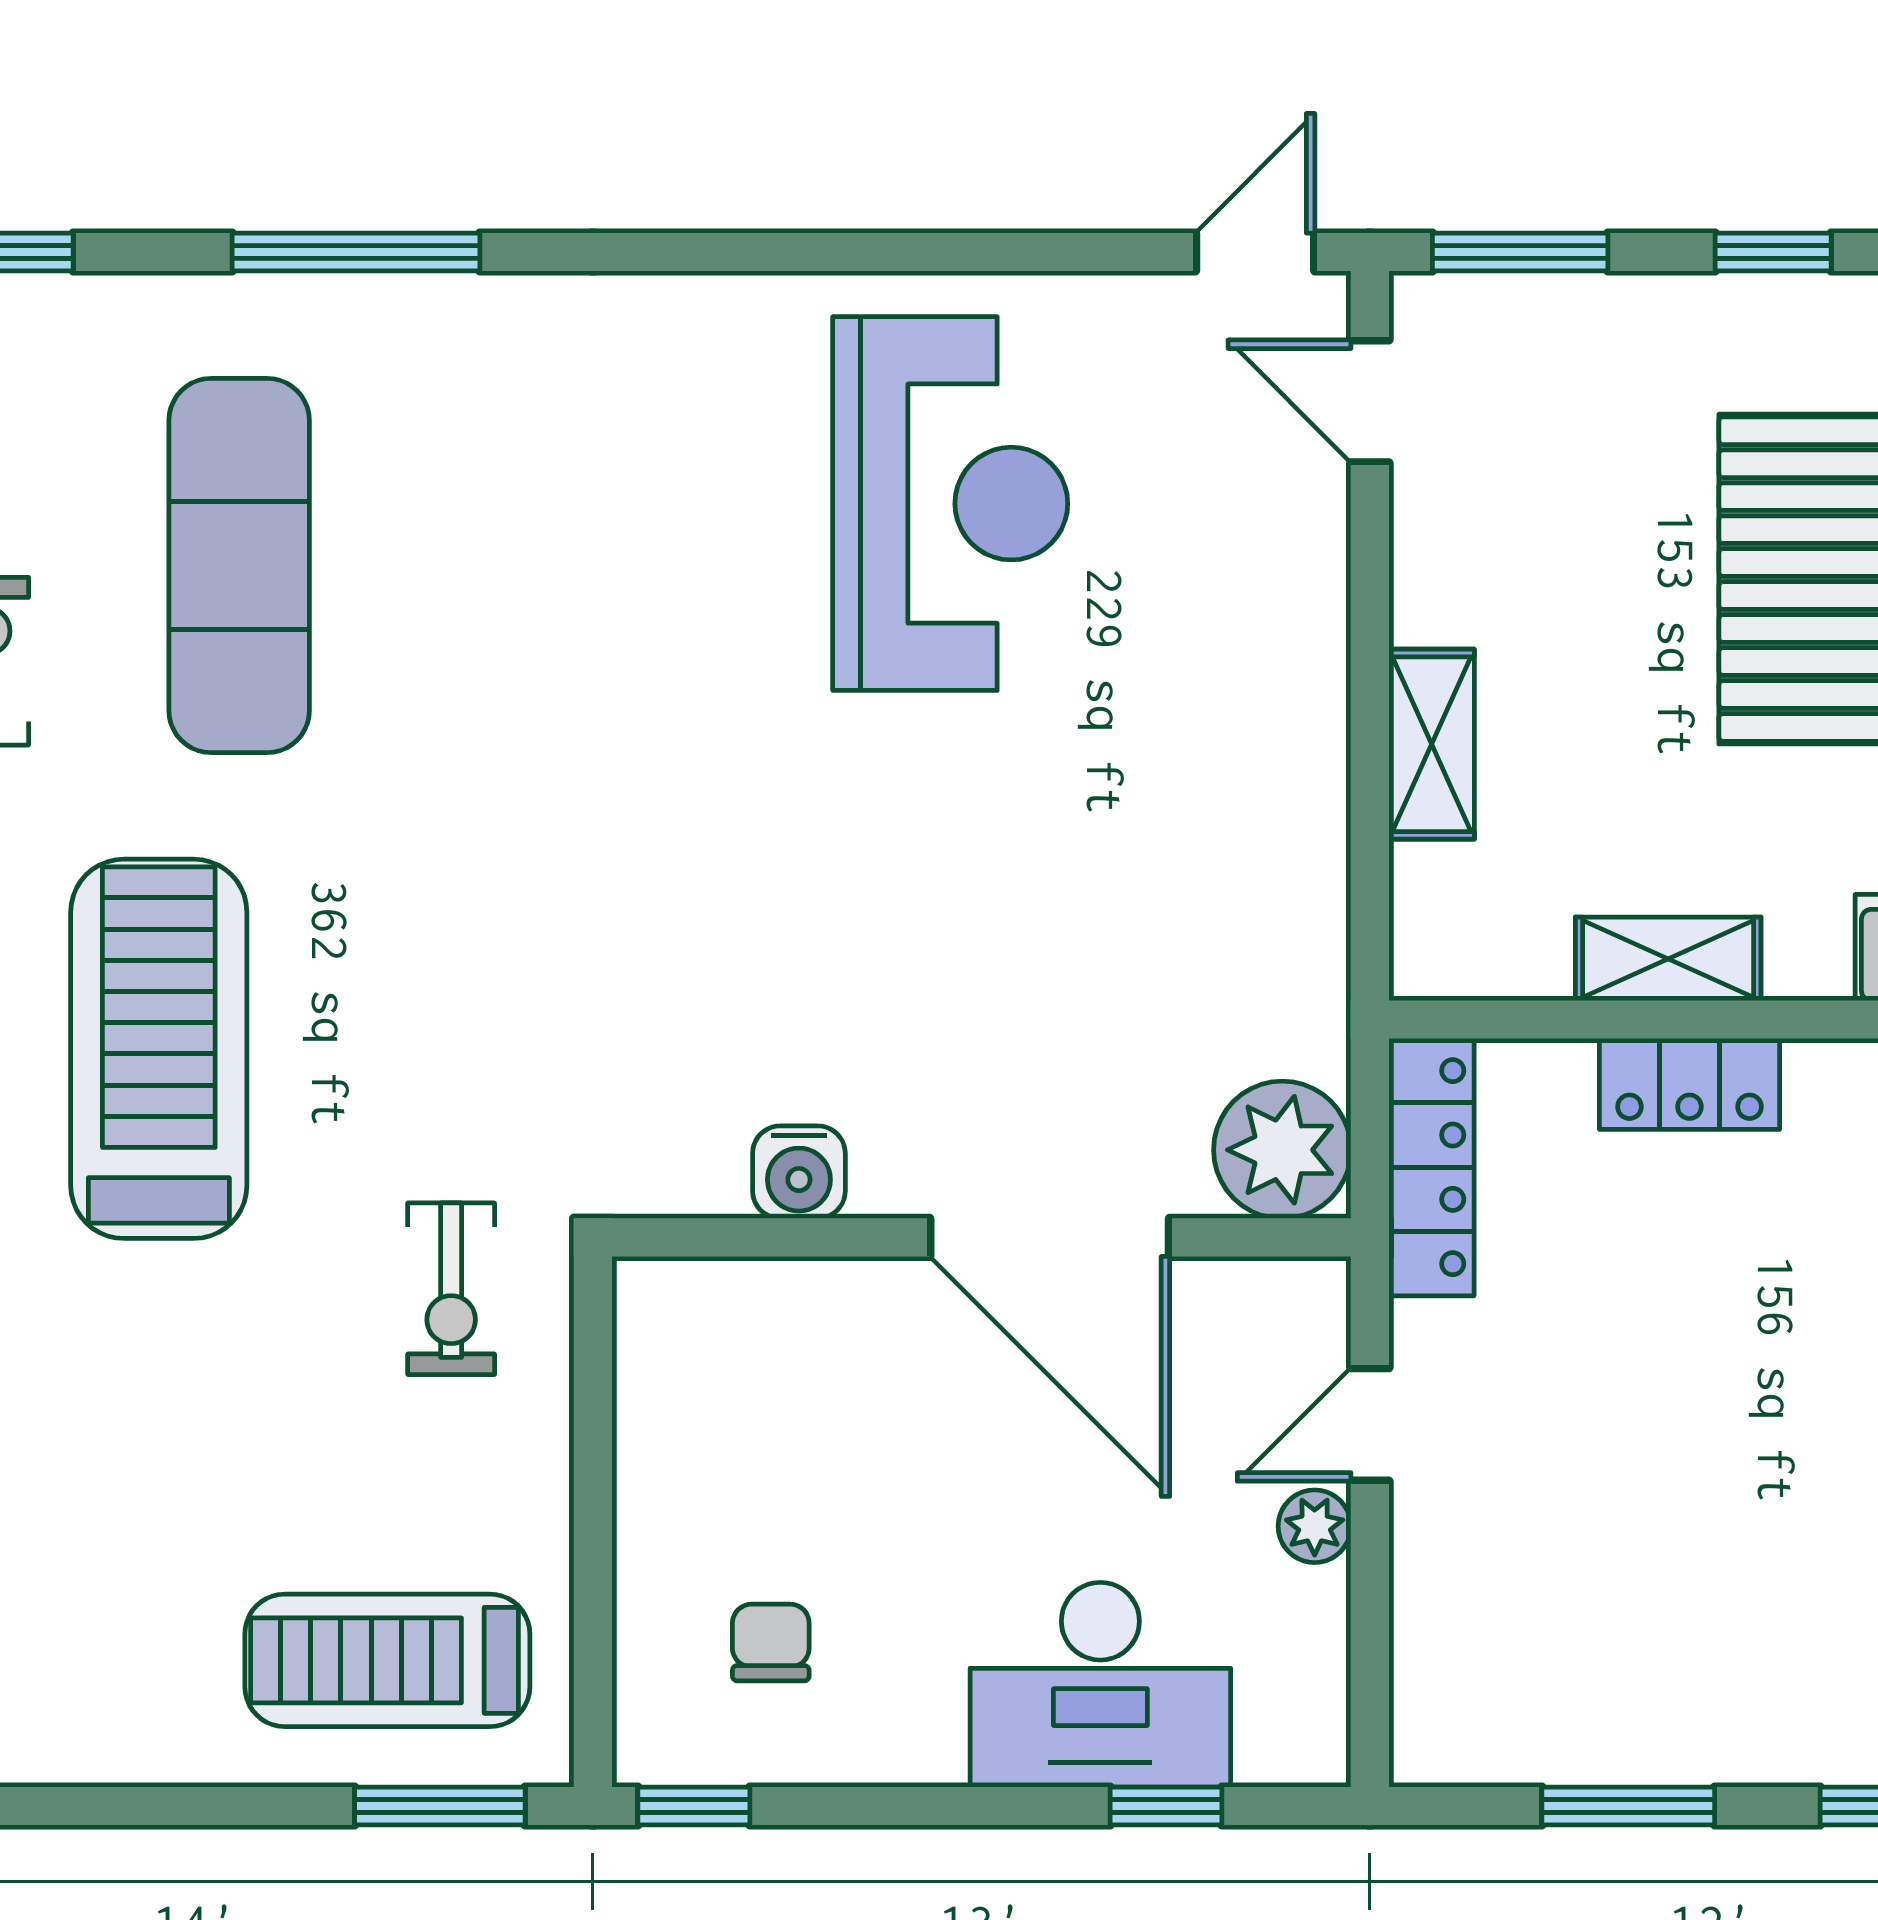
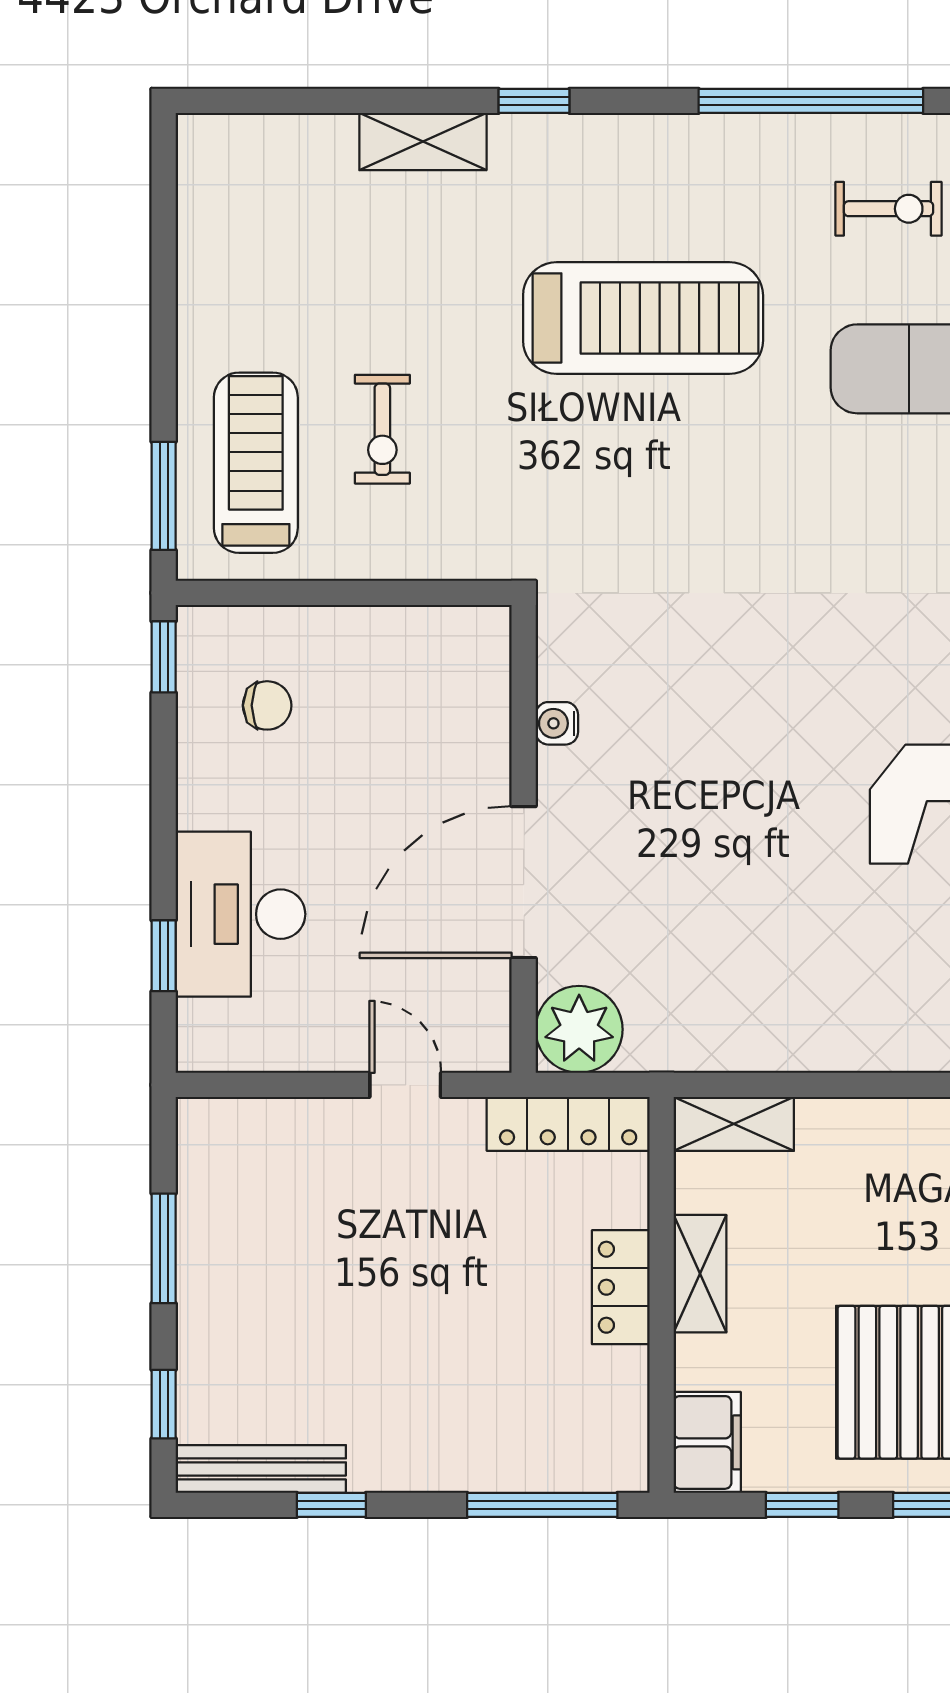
shelving: (1432, 744) -> (734, 1124), moved
water cooler: (799, 1172) -> (557, 723), width x0.72, depth x0.72
exercise bike: (451, 1289) -> (382, 429), moved, turned -90
plant: (1315, 1526) -> (341, 1050), removed

